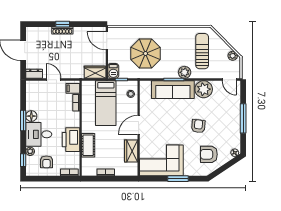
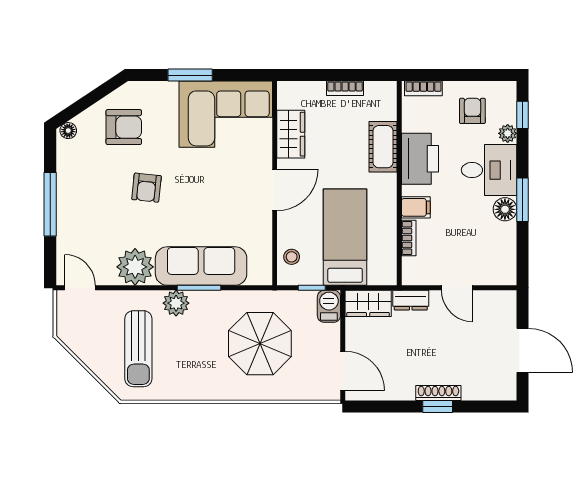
plant: (233, 56) -> (73, 339), removed
dresser: (34, 74) -> (411, 300), moved
filing cabinet: (73, 88) -> (416, 207), moved

